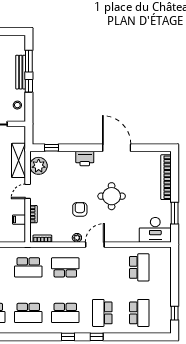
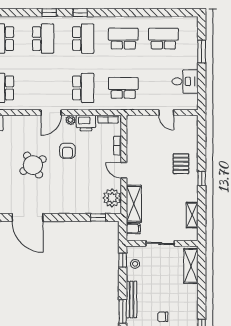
window: (29, 86) -> (123, 260), moved
printer: (85, 159) -> (86, 123), moved, turned 180
door: (28, 191) -> (124, 170), swing flipped
round table: (112, 196) -> (33, 165), turned -32
filing cabinet: (19, 220) -> (133, 229), moved
school desk: (65, 267) -> (83, 88), turned -90
school desk: (65, 313) -> (83, 39), turned 90

